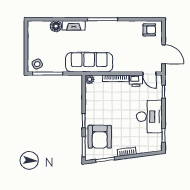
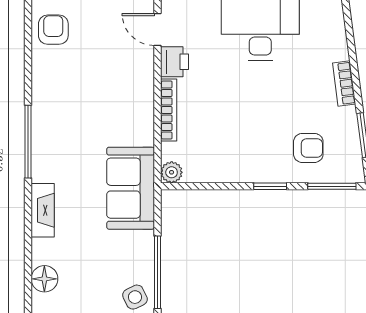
floor lamp: (56, 26) -> (44, 279), moved
sofa: (89, 62) -> (131, 188), width x0.73
door: (149, 74) -> (158, 30), swing flipped
armchair: (100, 137) -> (308, 148), width x0.53, depth x0.53

